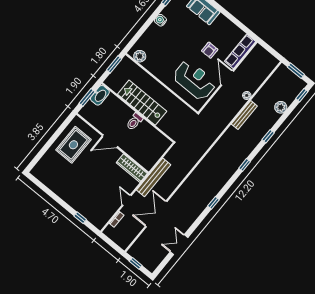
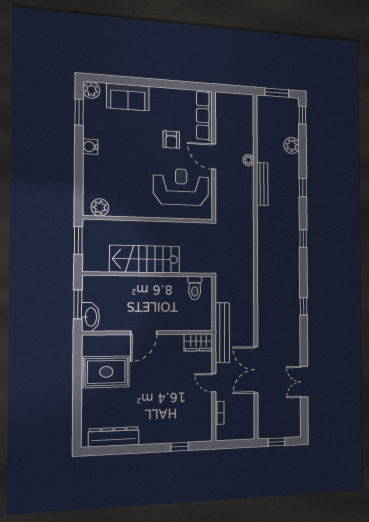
washbasin: (100, 95) -> (90, 317), moved
toilet: (134, 122) -> (195, 288), moved
rug: (73, 145) -> (106, 372), turned 90
wardrobe: (132, 168) -> (198, 342), width x0.67
dresser: (50, 182) -> (114, 437), added

